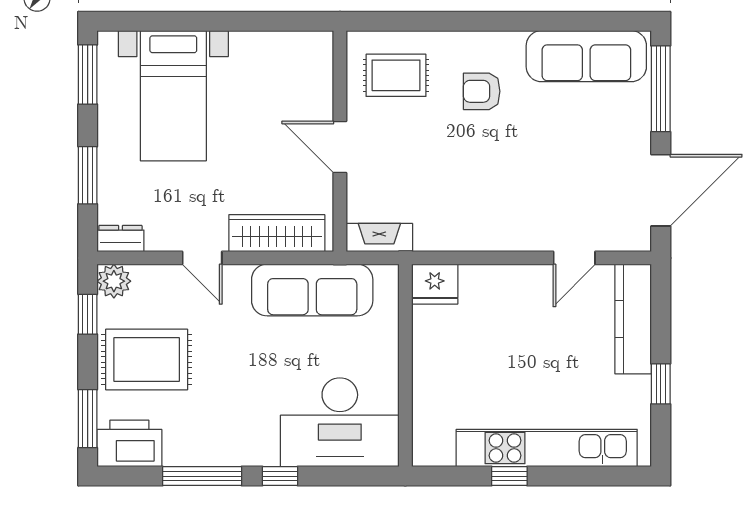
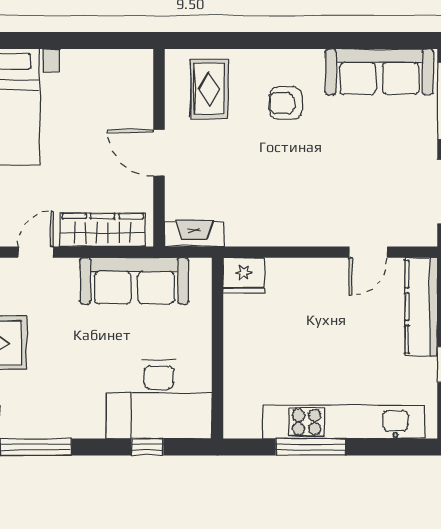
rug: (396, 75) -> (209, 89), turned 90
door: (202, 258) -> (36, 252), swing flipped
window: (280, 476) -> (147, 447), moved
window: (509, 476) -> (310, 447), width x2.17

